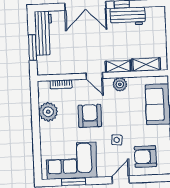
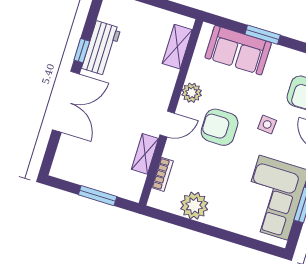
workbench: (44, 33) -> (83, 173), removed
shelving: (118, 66) -> (145, 154), moved
armchair: (90, 116) -> (220, 127), moved

